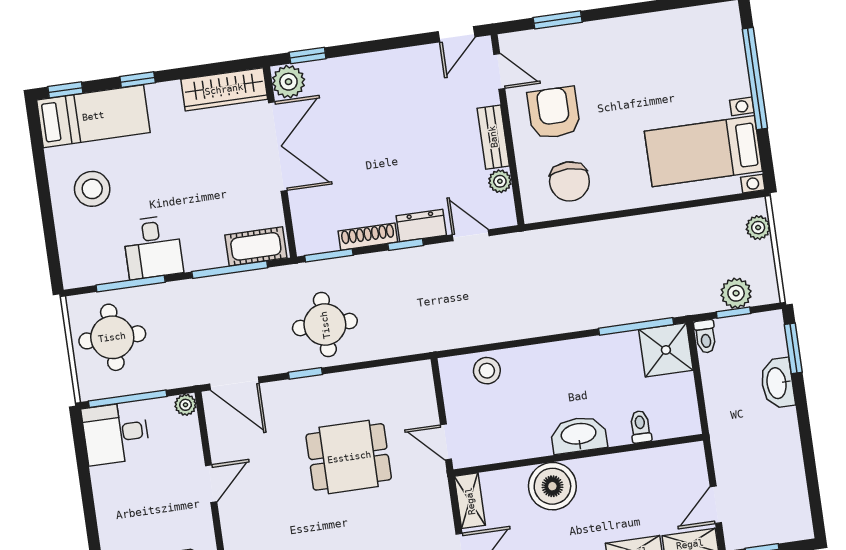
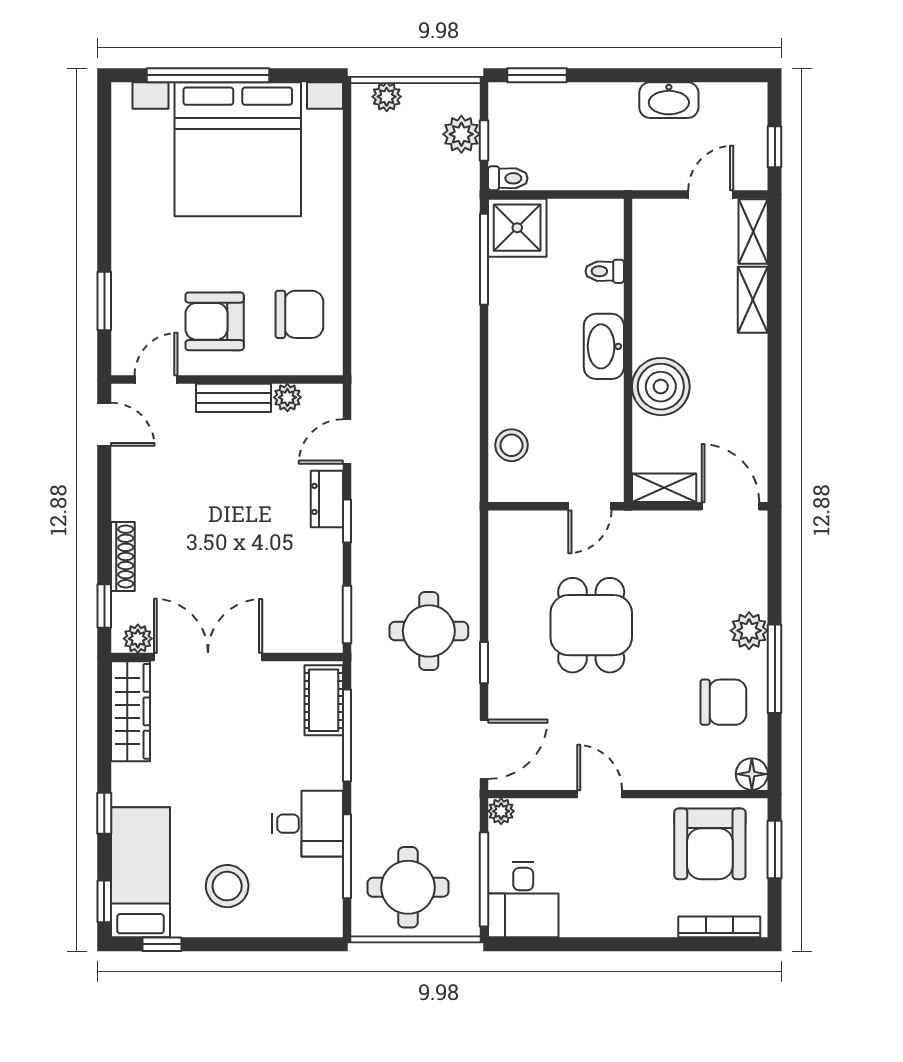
plant: (288, 82) -> (138, 639), width x0.73, depth x0.73
window: (37, 142) -> (162, 944), added
bed with nightstands: (703, 151) -> (238, 149), width x1.85
shoe rack: (368, 237) -> (123, 556), moved, turned 180
washbasin: (777, 383) -> (669, 100), moved
door: (716, 505) -> (711, 194), swing flipped

